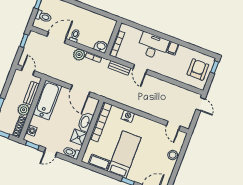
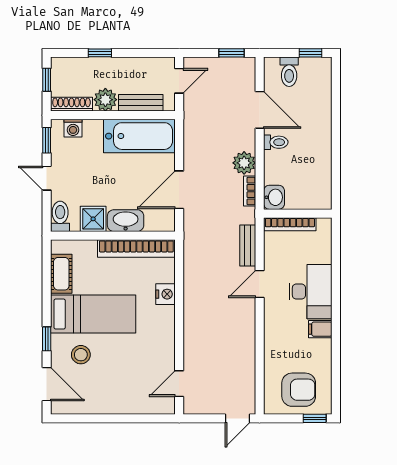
stool: (173, 155) -> (81, 355), moved

